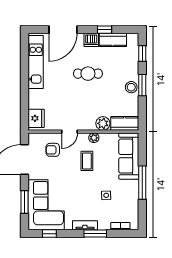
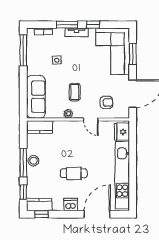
window: (105, 30) -> (42, 214), moved
kitchen counter: (113, 40) -> (39, 205), moved
kitchen unit: (36, 62) -> (122, 175), width x1.36
window: (142, 85) -> (23, 163), width x1.44
plant: (103, 123) -> (60, 127), removed
door: (70, 132) -> (91, 119), swing flipped
window: (142, 183) -> (23, 50), moved
window: (49, 234) -> (93, 25), moved

